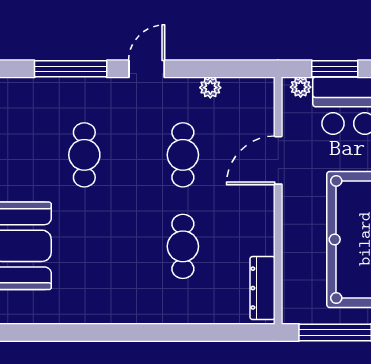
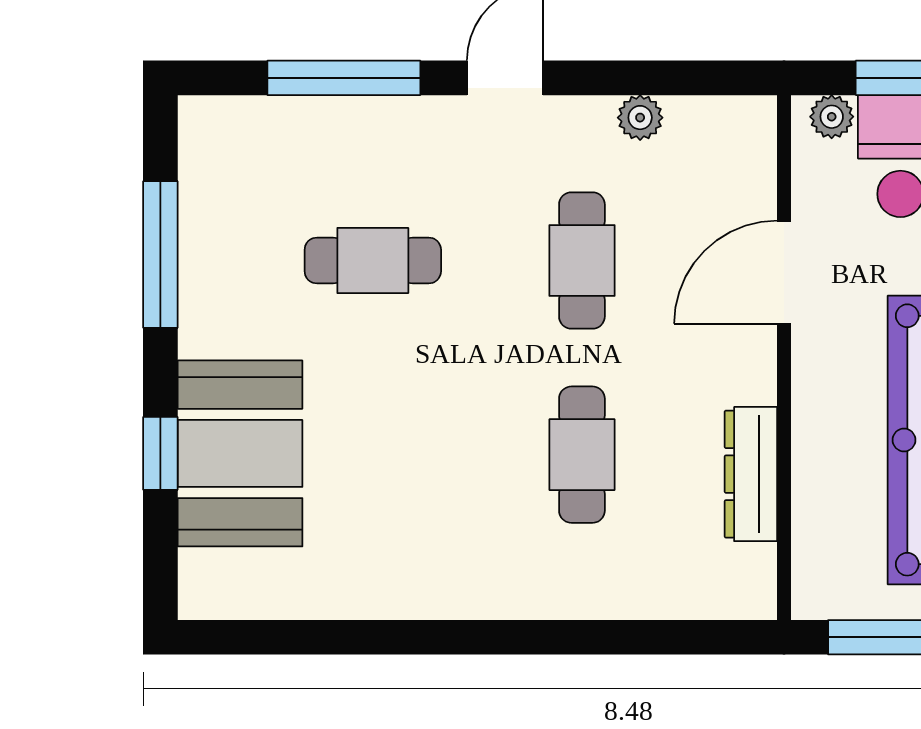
cafe table: (84, 155) -> (373, 260), turned 90
dresser: (263, 288) -> (751, 474), moved

